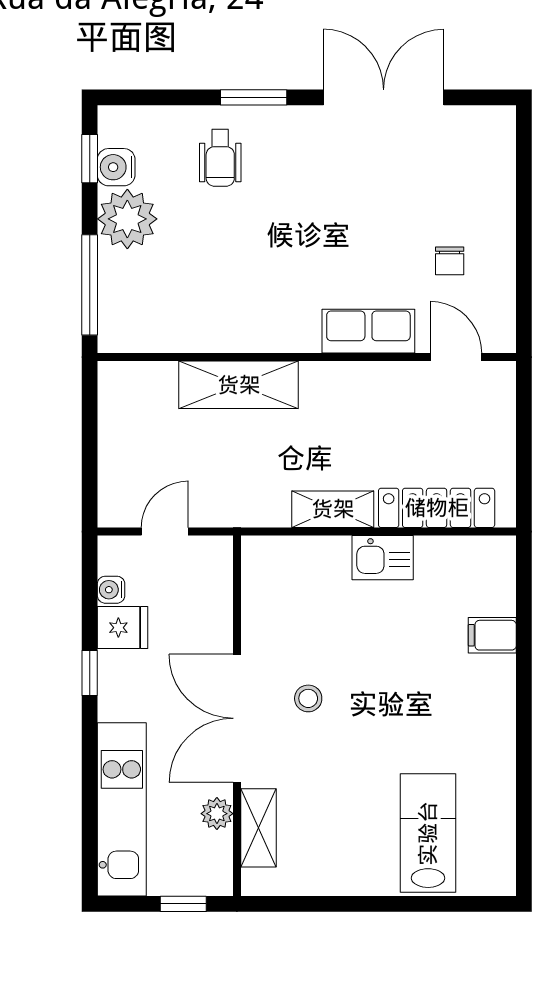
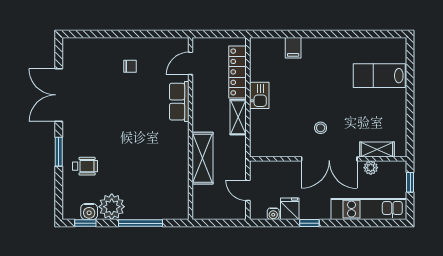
row of seats: (368, 331) -> (179, 102), moved
wall: (307, 357) -> (190, 128), moved
door: (456, 357) -> (190, 63), moved
shelving: (239, 385) -> (203, 158), moved

